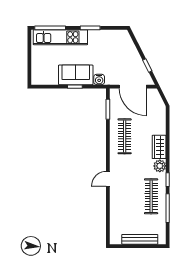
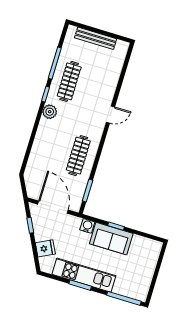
kitchen unit: (60, 37) -> (84, 275), moved
fridge: (129, 50) -> (45, 248), added
wardrobe: (159, 147) -> (44, 133), removed

